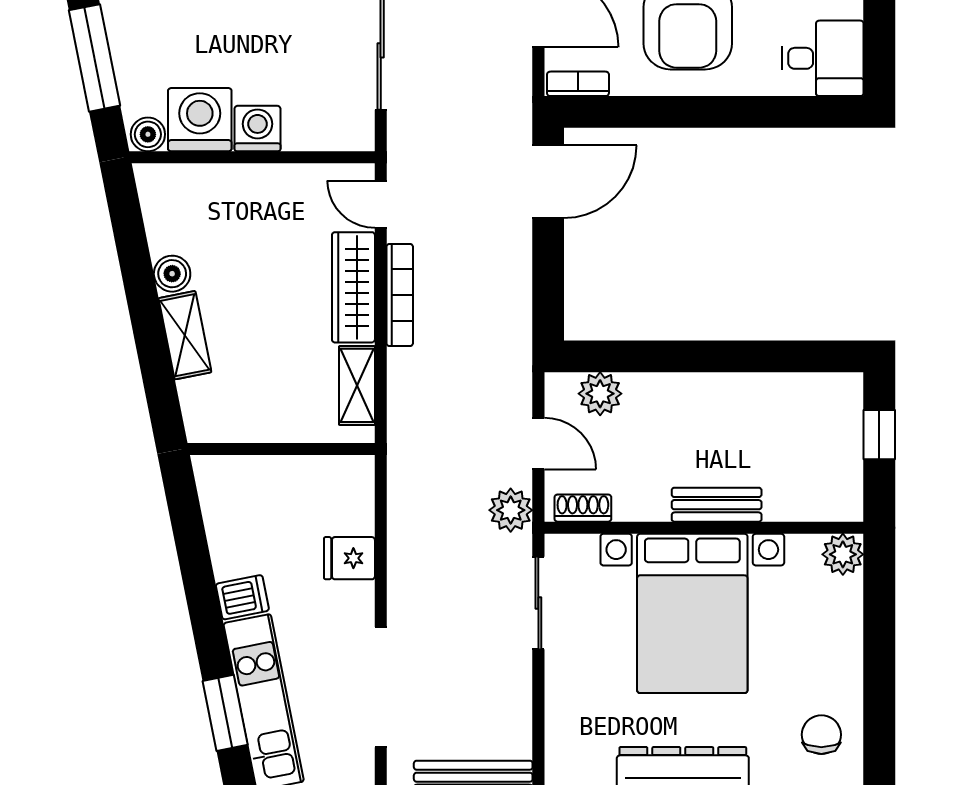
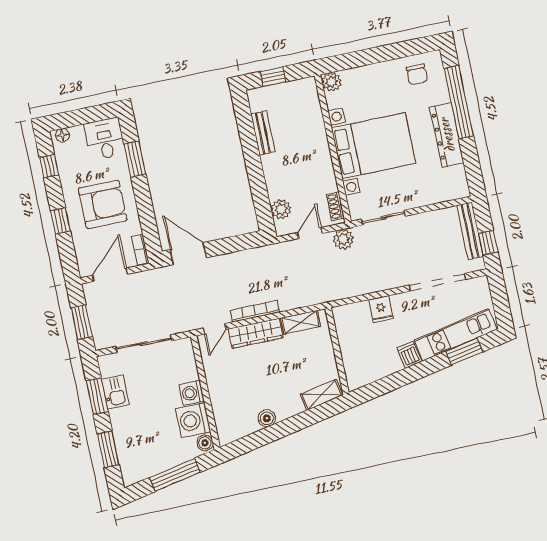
window: (768, 112) -> (135, 159), added
shelving: (185, 335) -> (322, 395), moved
bench: (717, 505) -> (263, 133), moved
chair: (821, 735) -> (417, 74), turned -90

